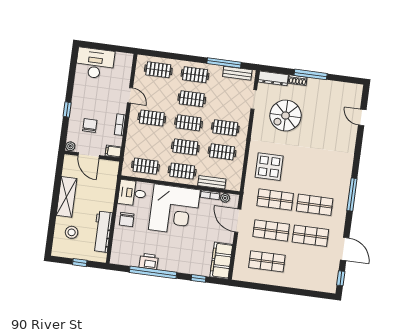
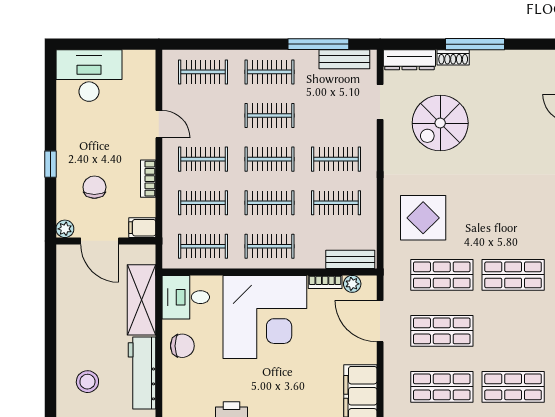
clothes rail: (149, 142) -> (203, 203), added
bench: (212, 182) -> (350, 259), moved
shelving: (67, 197) -> (141, 300), moved
chair: (127, 220) -> (182, 346), turned -90
shop shelf: (310, 236) -> (513, 387), moved

